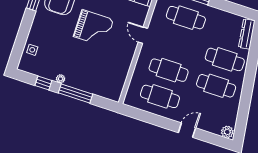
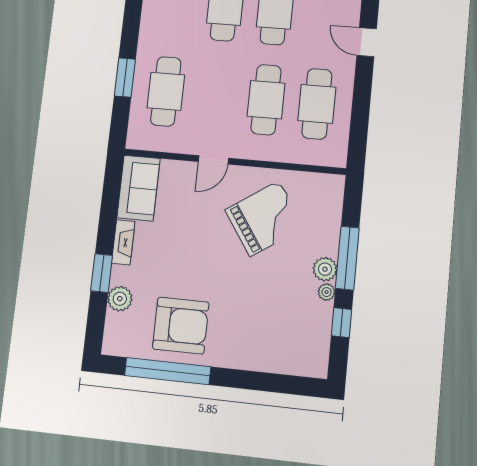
grand piano: (94, 28) -> (265, 218), moved, turned 56
side table: (32, 50) -> (285, 357), removed
plant: (72, 81) -> (325, 269), added

